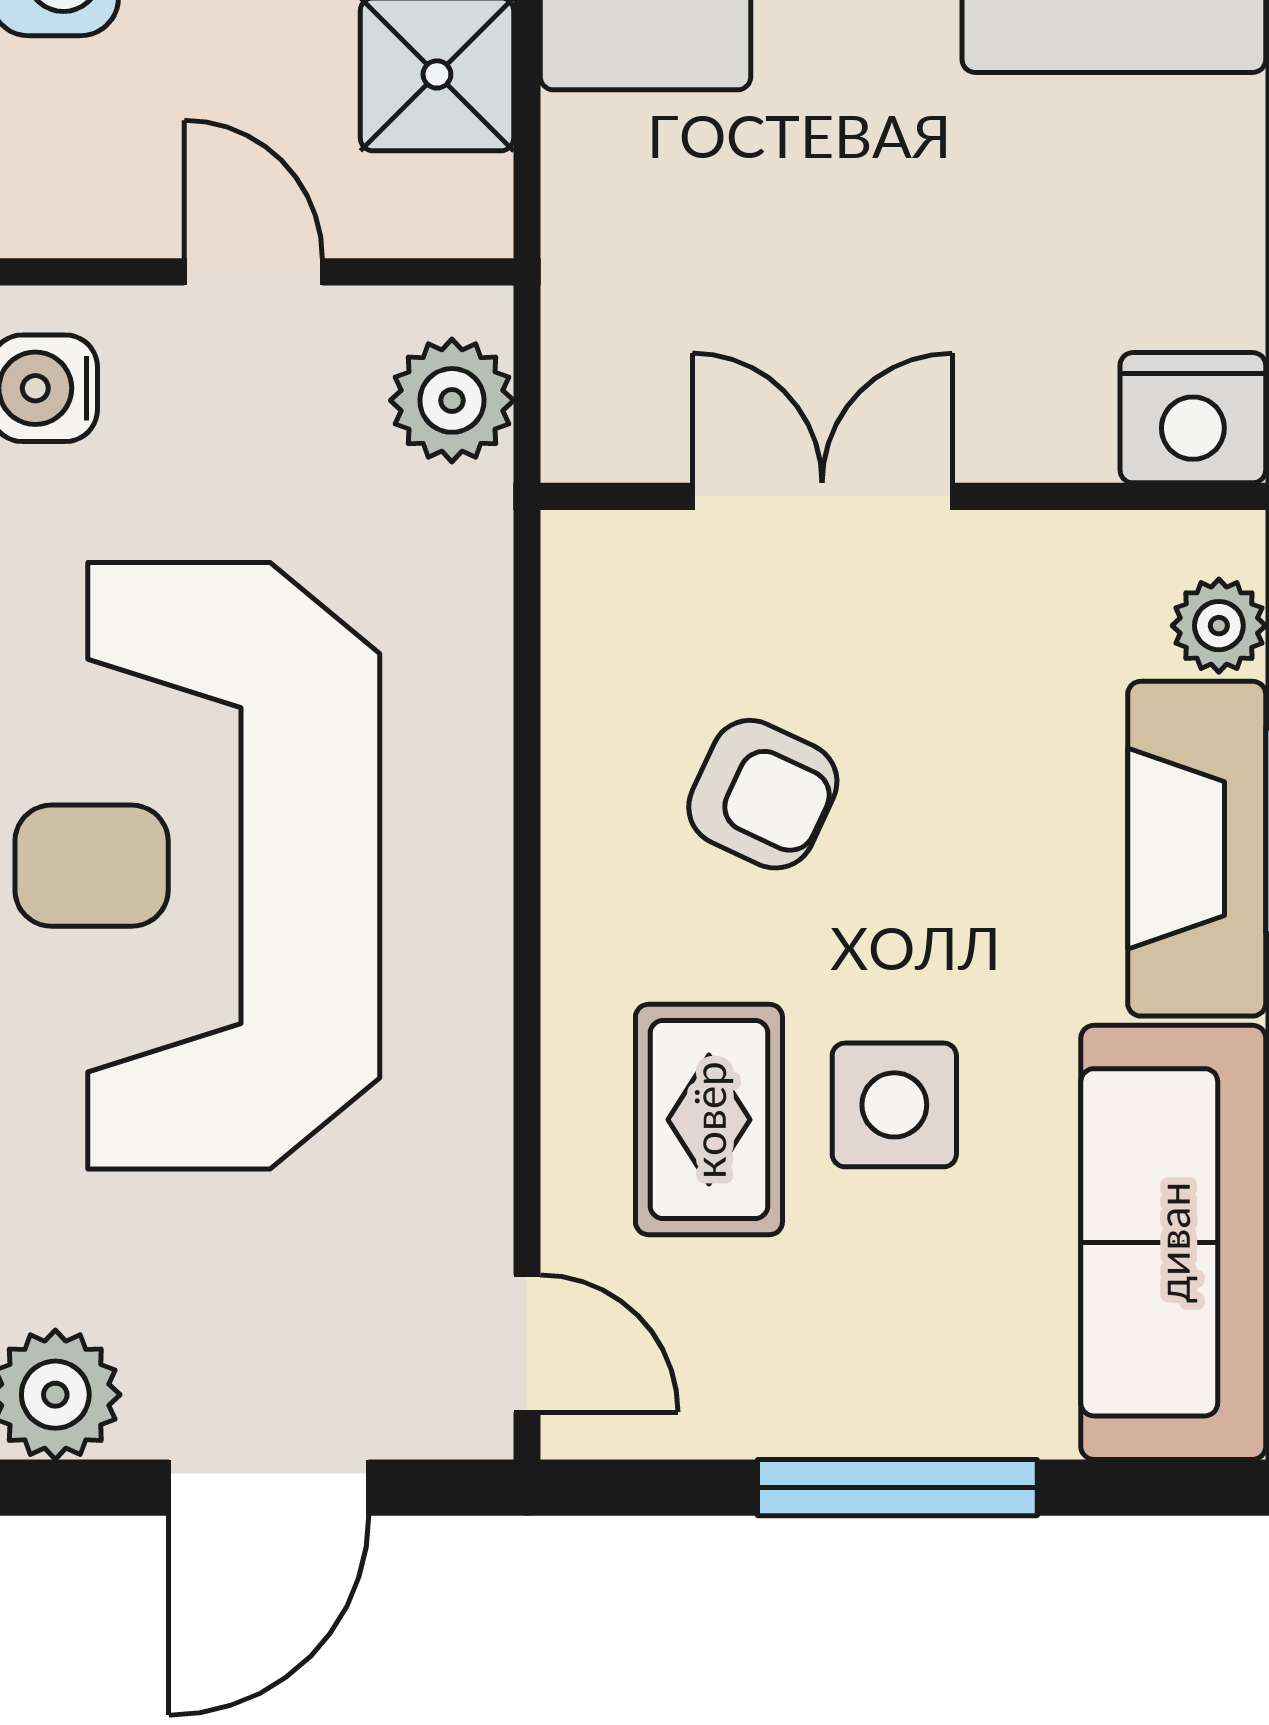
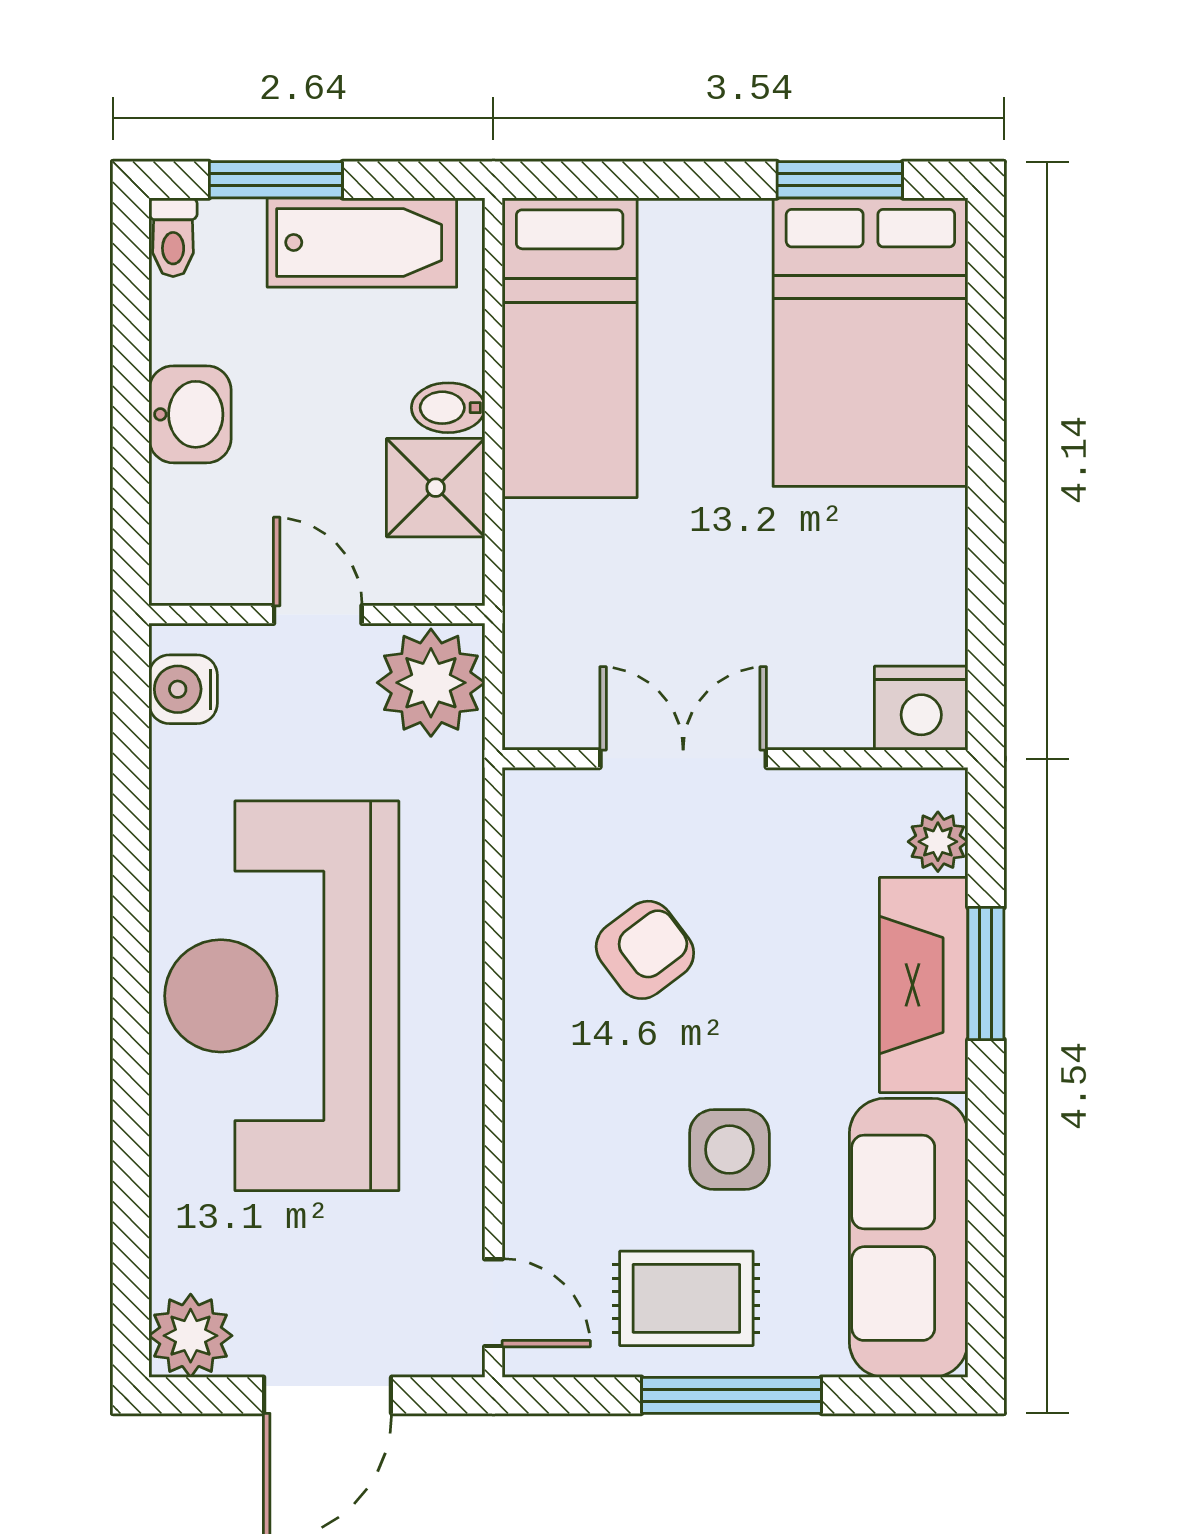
plant: (452, 400) -> (431, 683), width x1.36, depth x1.36
armchair: (763, 794) -> (645, 950), turned -62
rug: (709, 1120) -> (686, 1298), moved, turned 90

